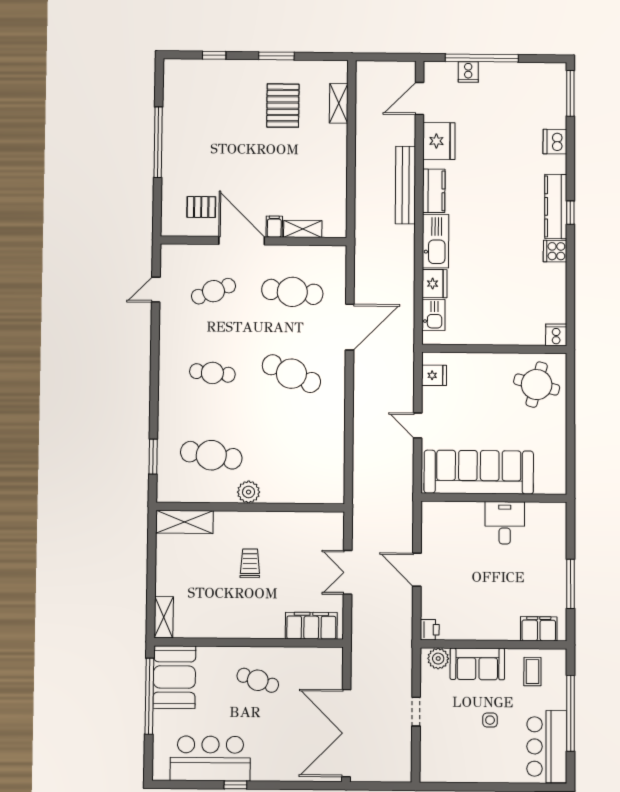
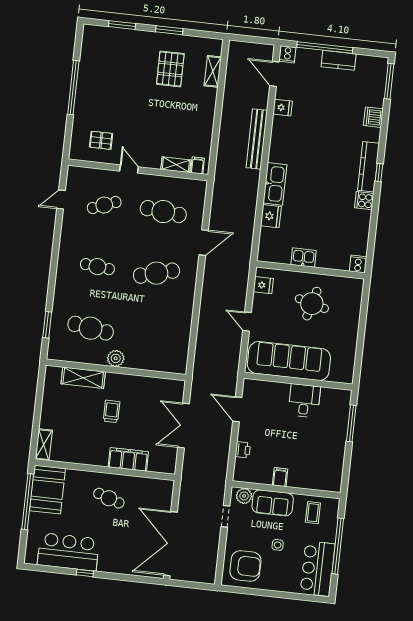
window: (214, 55) -> (122, 25), width x1.50
cooker: (468, 72) -> (288, 54), moved
door: (419, 99) -> (274, 74), hinge flipped
fridge: (439, 141) -> (283, 108), width x0.53, depth x0.75
kitchen counter: (434, 191) -> (339, 60), moved, turned 90
filing cabinet: (274, 227) -> (198, 165), moved
door: (242, 241) -> (129, 169), width x0.53
kitchen sink: (433, 315) -> (303, 258), moved, turned -90
door: (350, 327) -> (204, 243), width x0.73
cafe table: (291, 374) -> (156, 273), turned -39
round table: (537, 385) -> (312, 304), moved
shelving: (185, 522) -> (83, 378), moved
door: (417, 570) -> (237, 409), moved
double door: (348, 572) -> (183, 425), width x1.37
window: (570, 584) -> (351, 423), moved
filing cabinet: (311, 626) -> (128, 459), moved
filing cabinet: (539, 629) -> (280, 477), moved, width x0.50
printer: (430, 630) -> (243, 450), moved
doorway: (416, 712) -> (225, 516), moved
armchair: (450, 753) -> (245, 566), added

